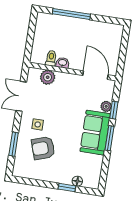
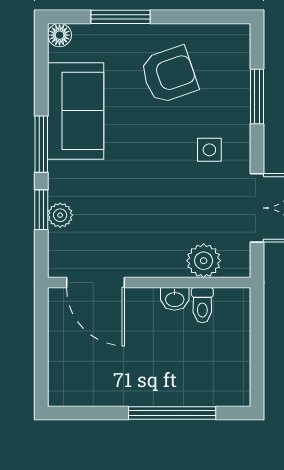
sofa: (95, 133) -> (76, 111), moved
armchair: (43, 148) -> (169, 75), moved
floor lamp: (77, 181) -> (60, 35), moved
window: (67, 188) -> (120, 17), width x1.50

